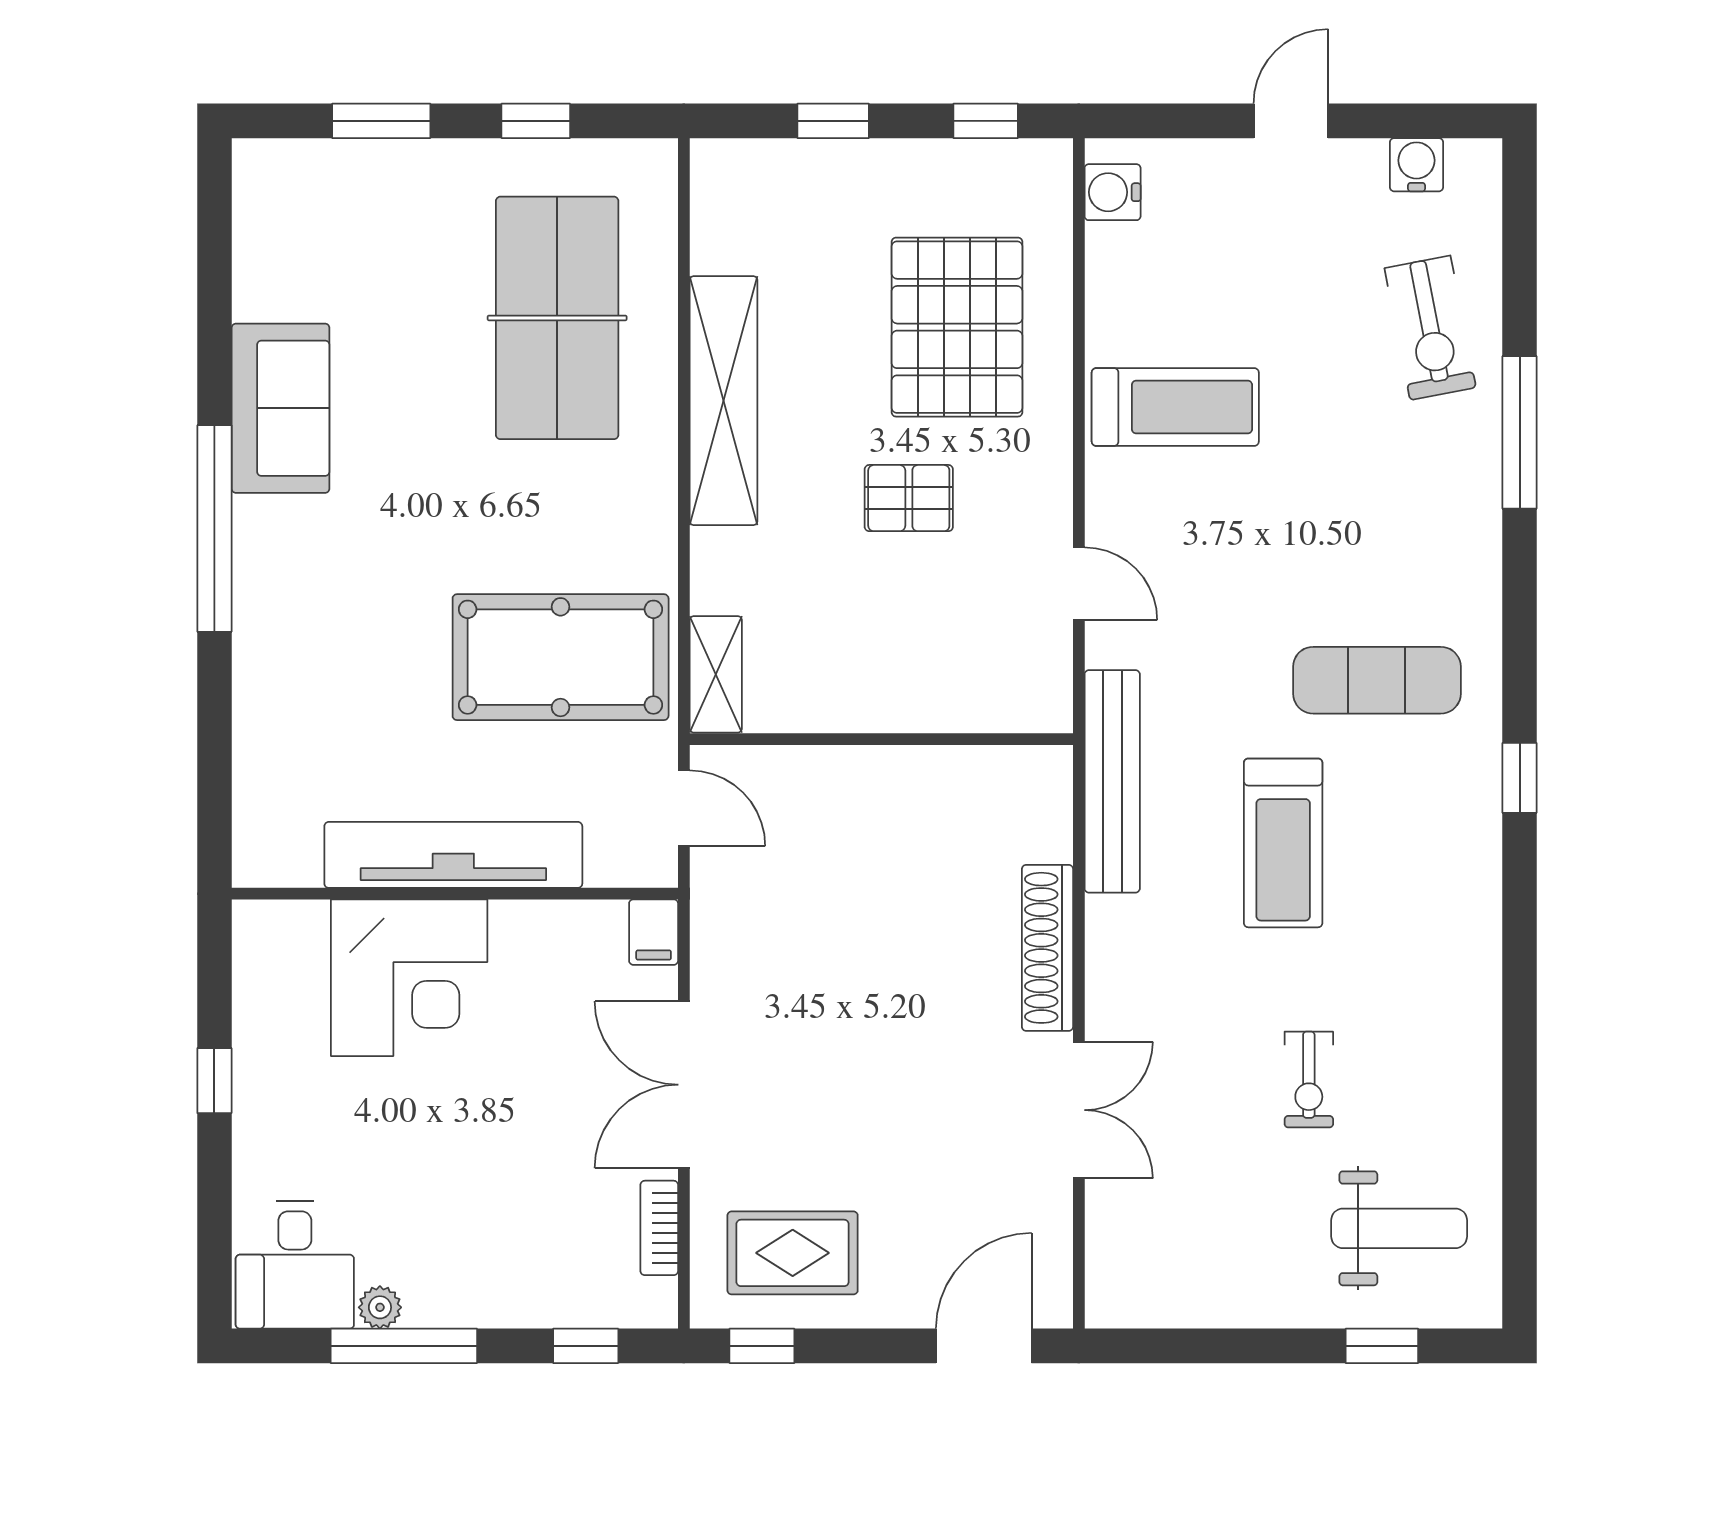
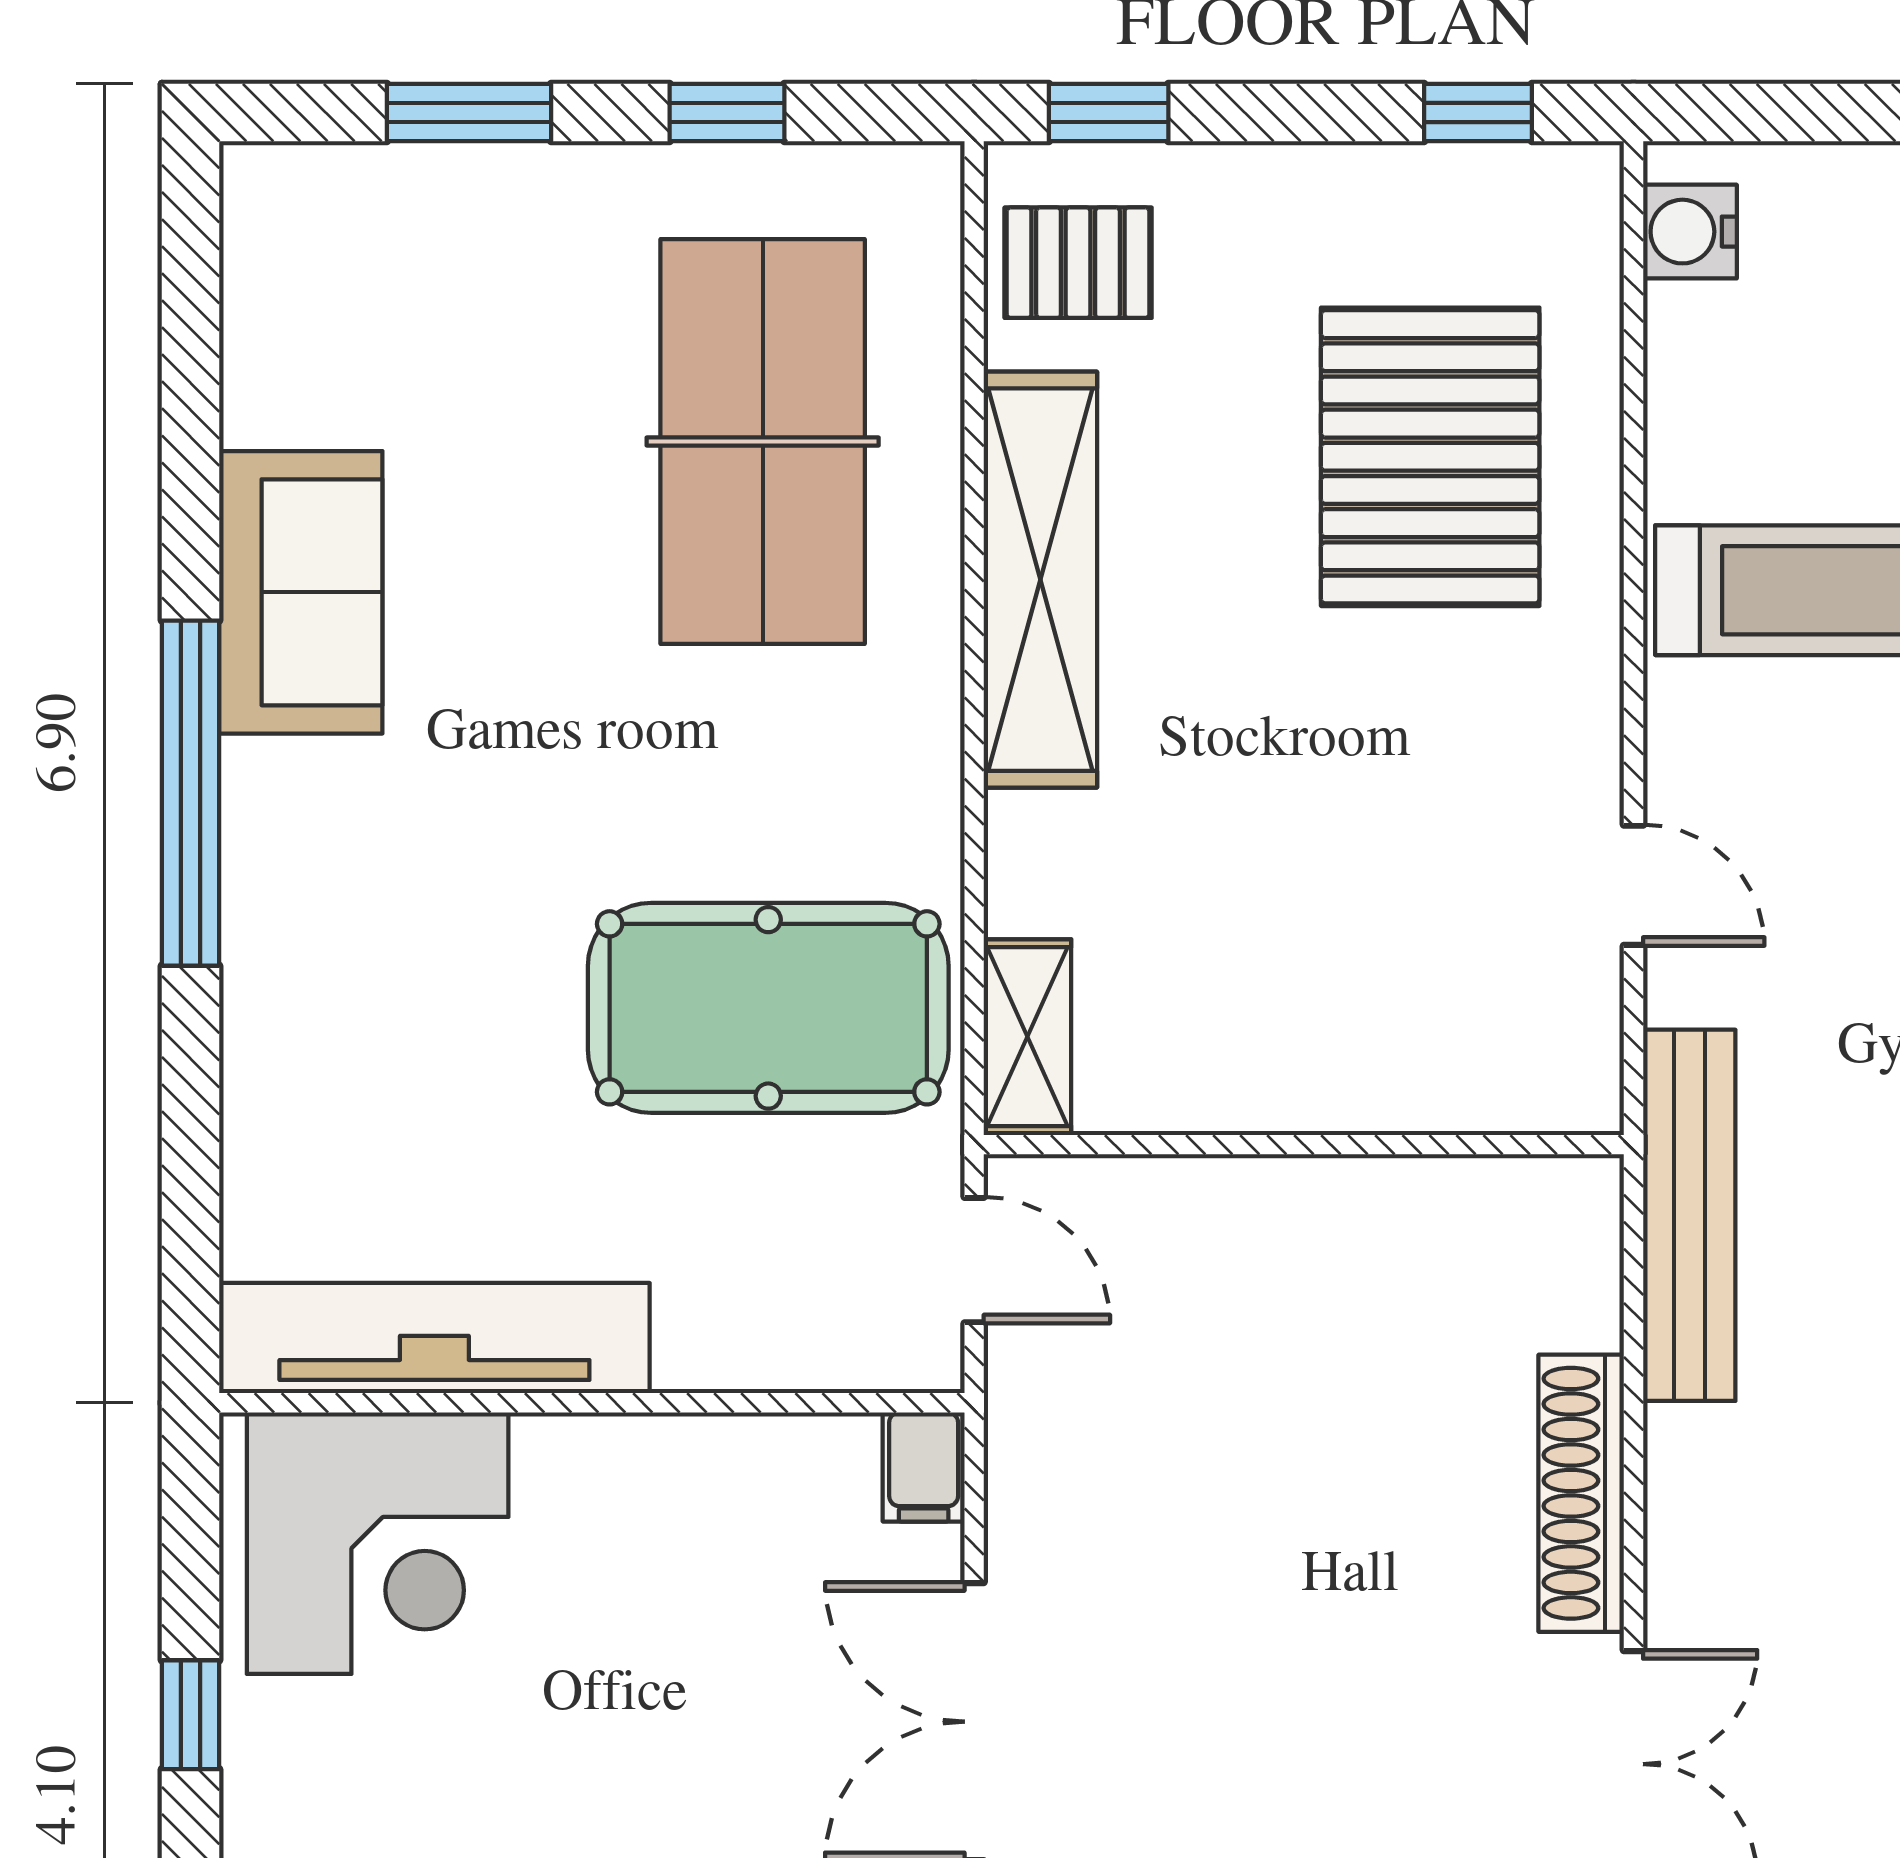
window: (833, 121) -> (1109, 113), moved
pallet: (909, 498) -> (1078, 263), moved
tv unit: (453, 855) -> (434, 1338), moved
corner desk: (409, 978) -> (378, 1543), moved

